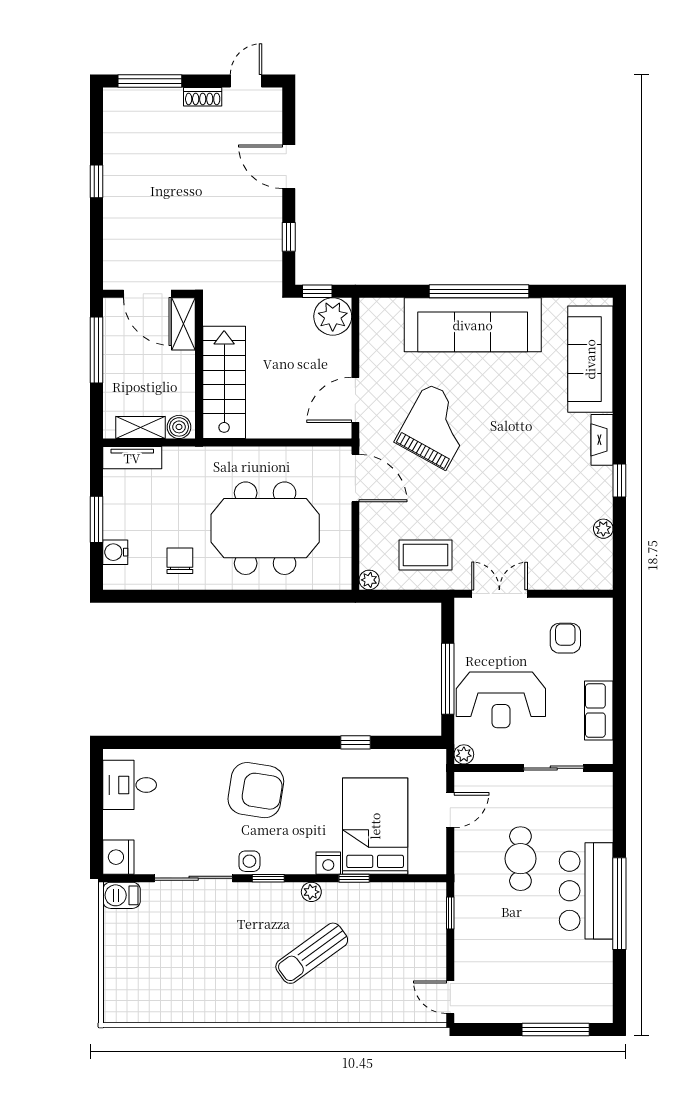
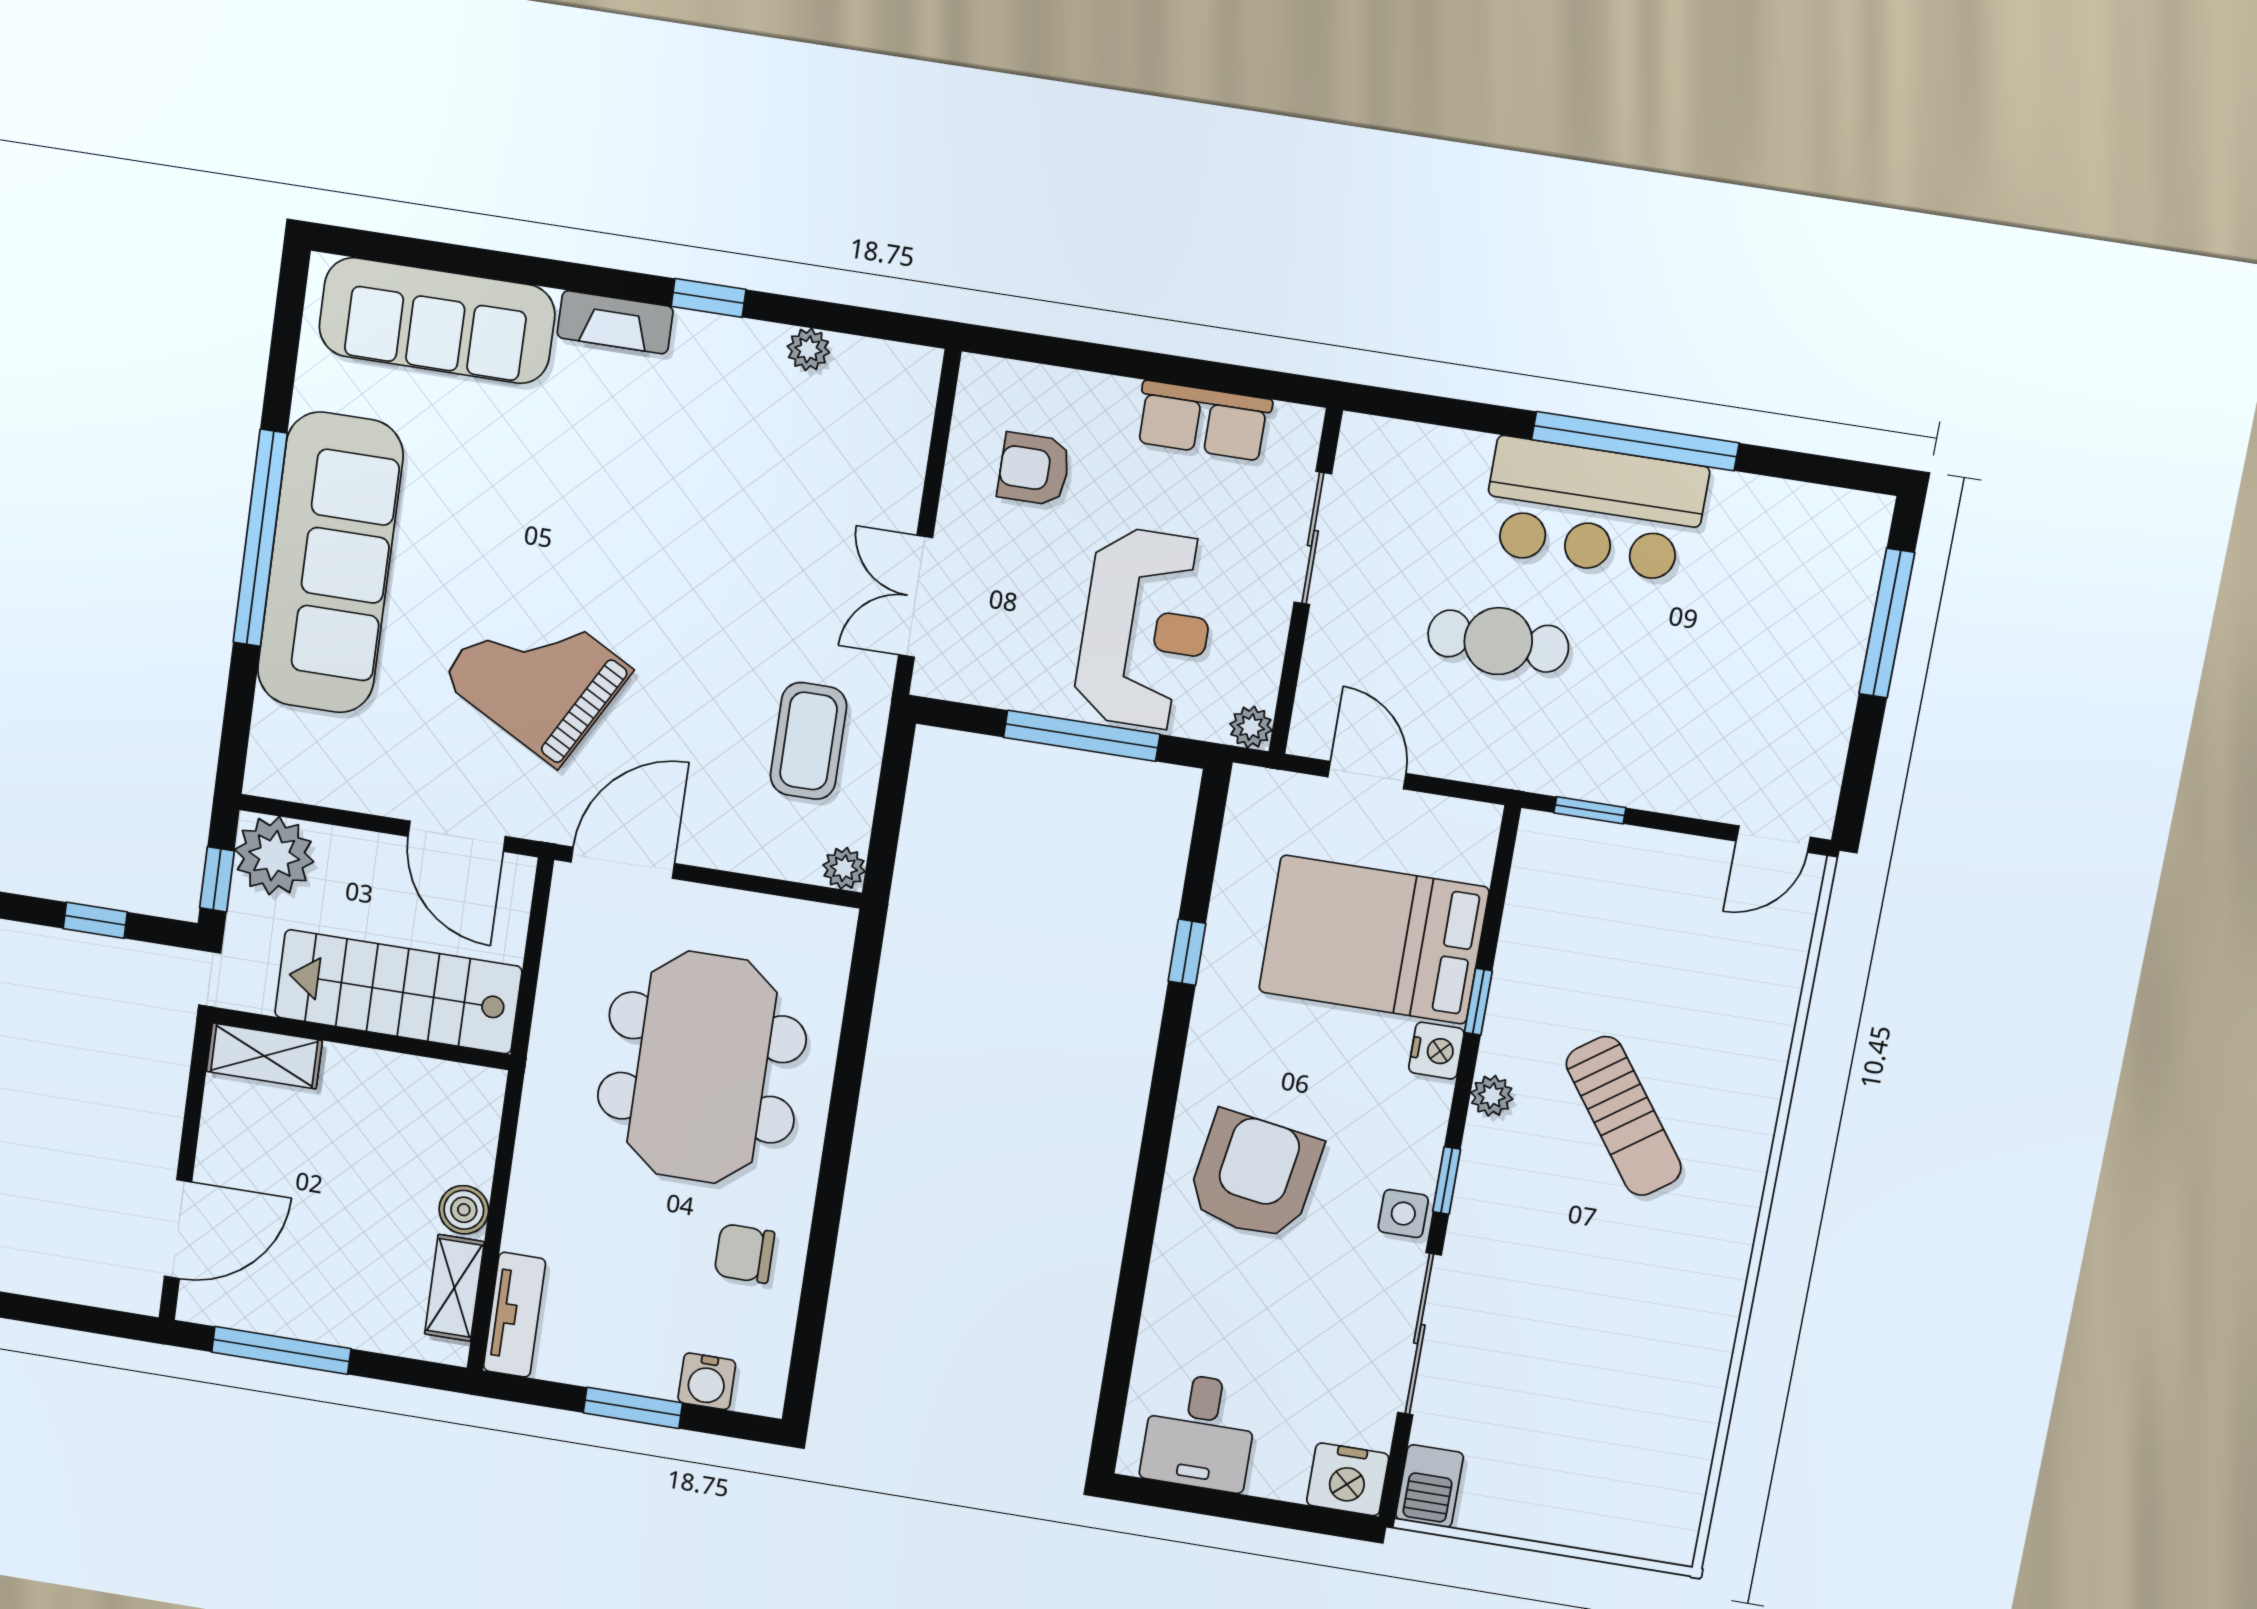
shelving: (183, 324) -> (264, 1056), moved
wall: (199, 368) -> (361, 1039), moved
stairs: (224, 382) -> (398, 992), moved

